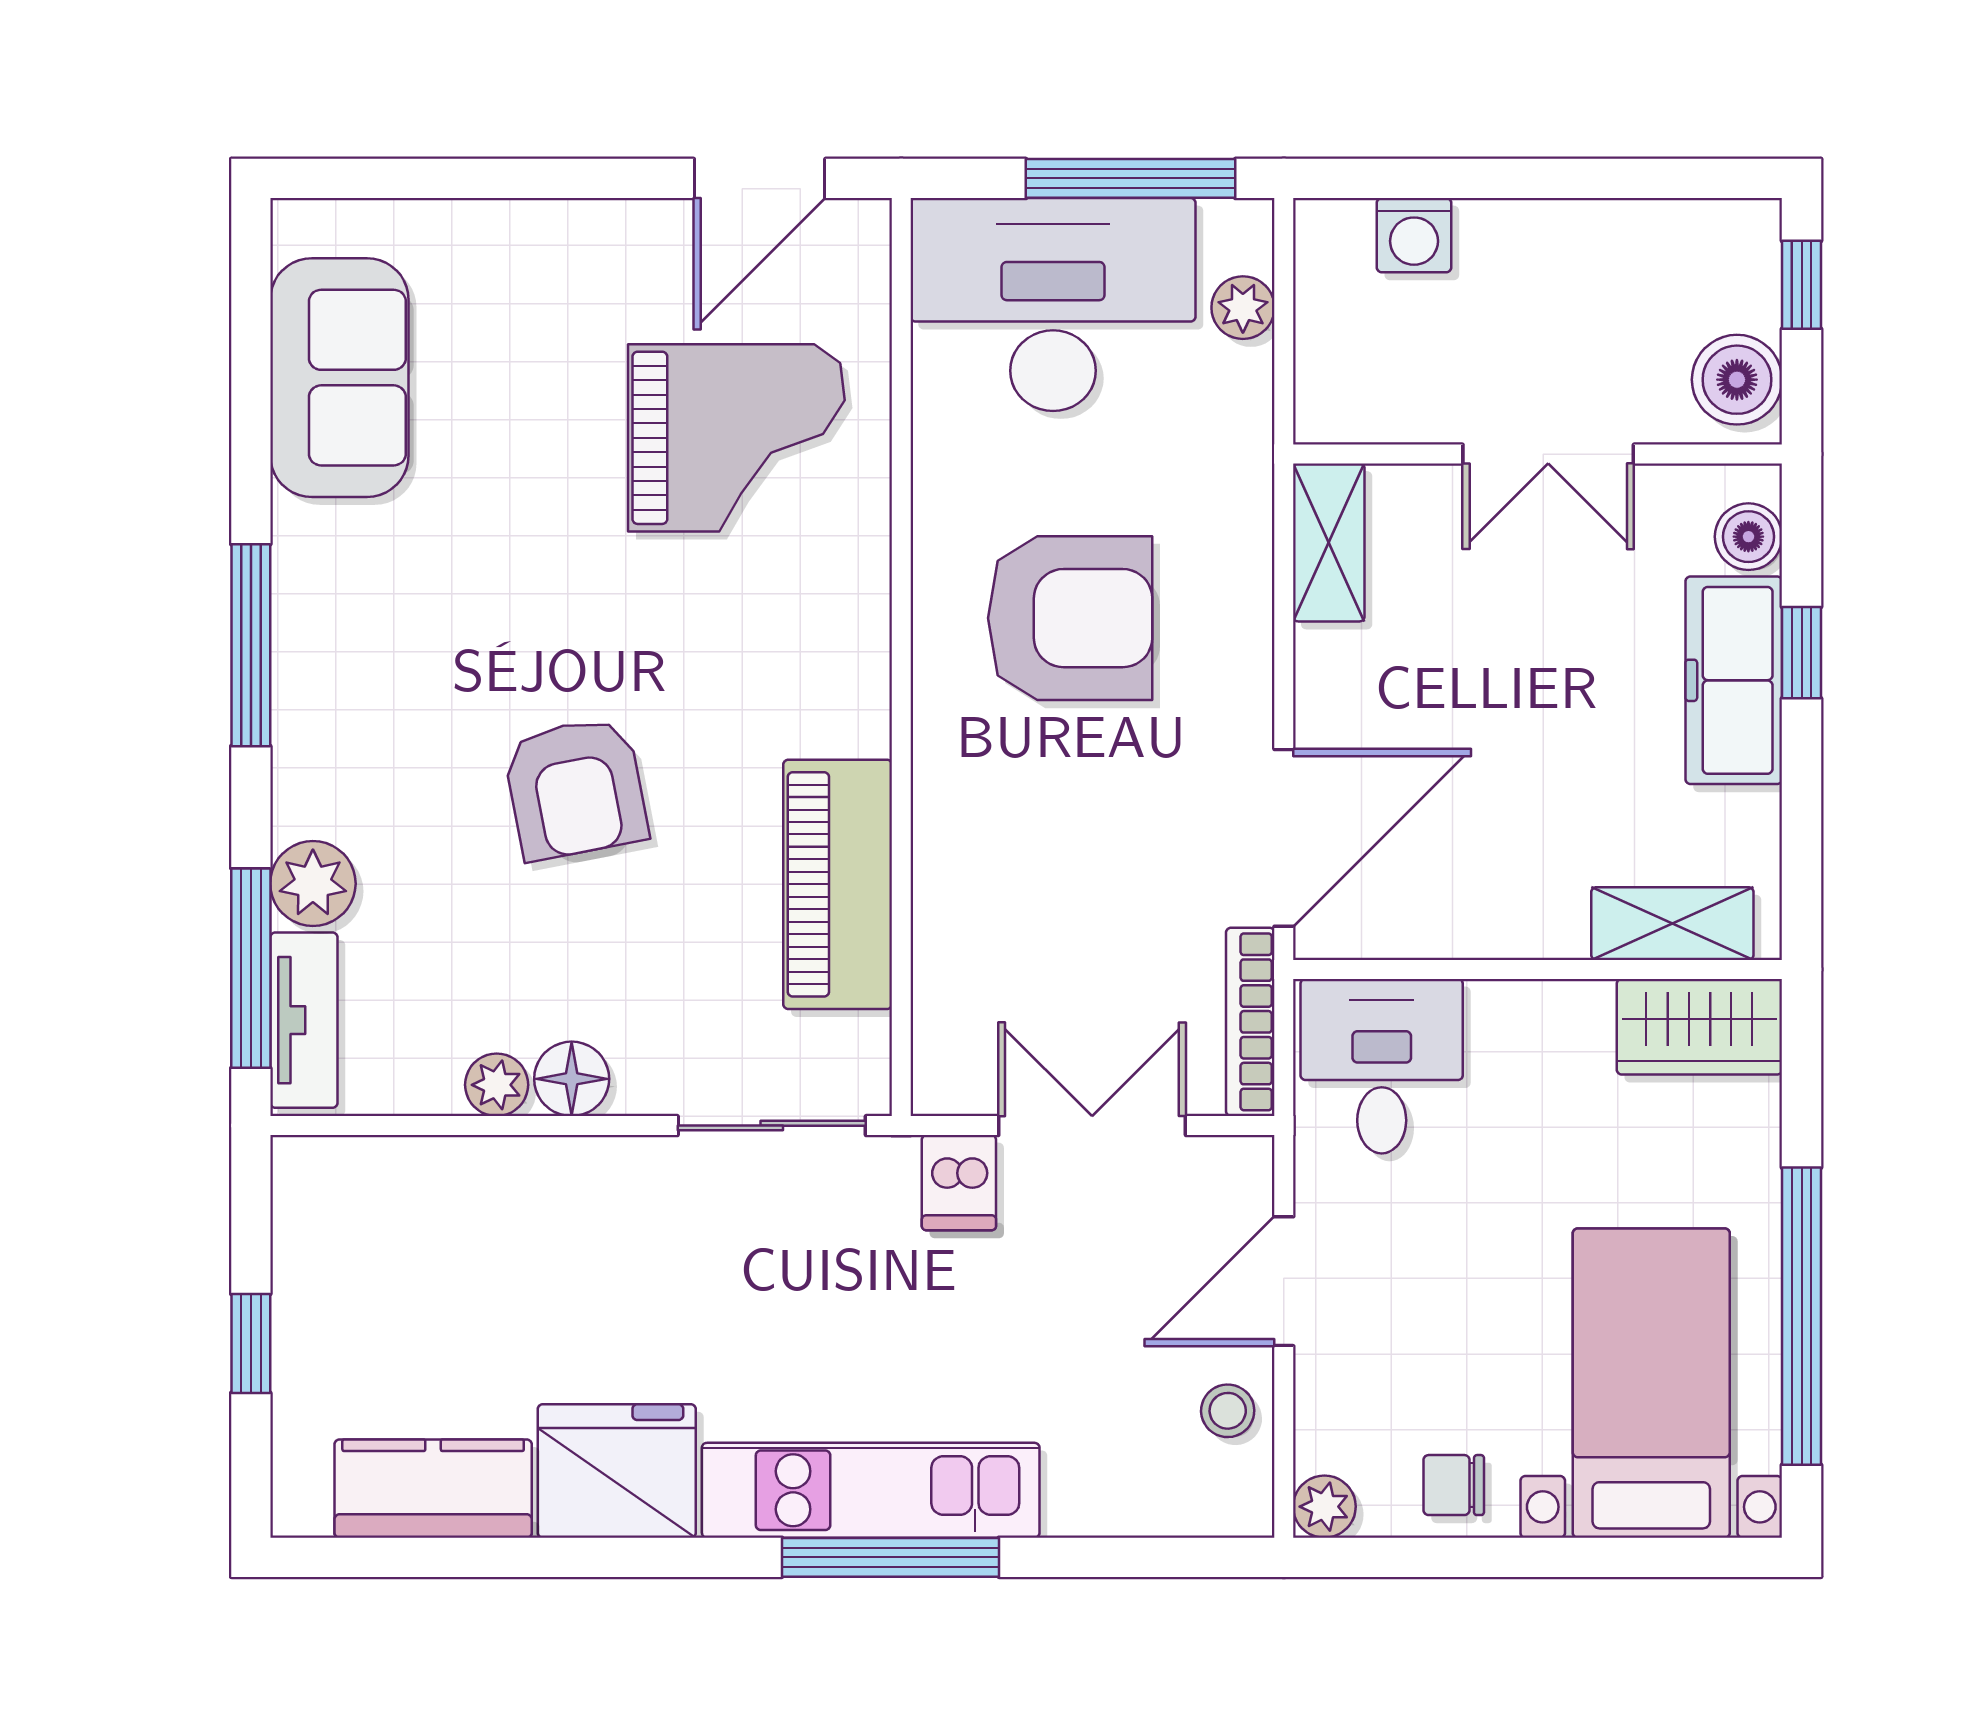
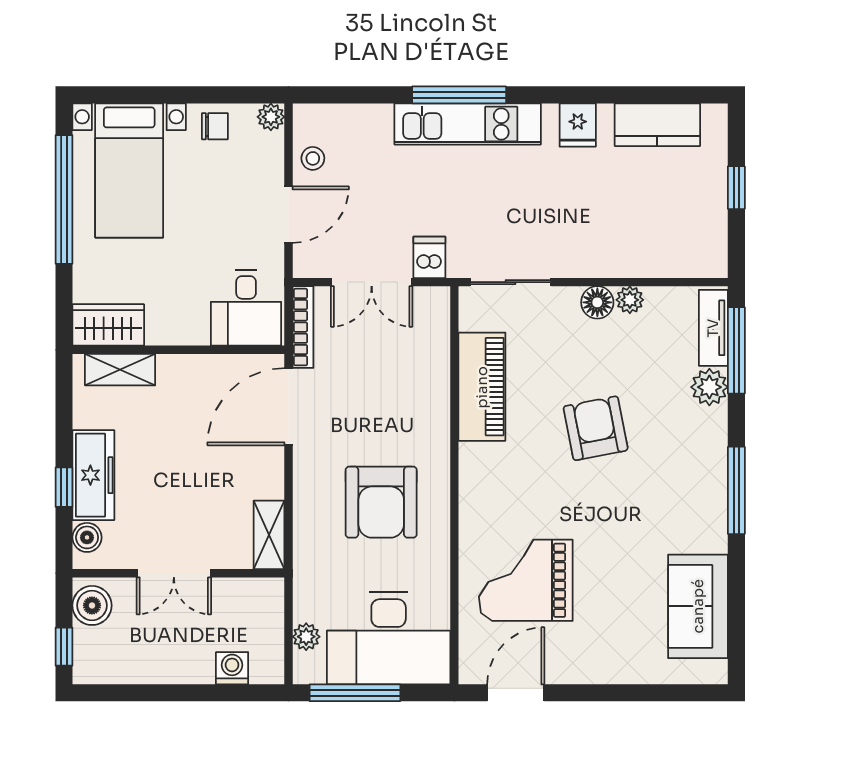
double door: (1548, 454) -> (174, 573), swing flipped
armchair: (1070, 618) -> (381, 502), turned -90
fridge: (617, 1471) -> (578, 125), width x0.53, depth x0.75

